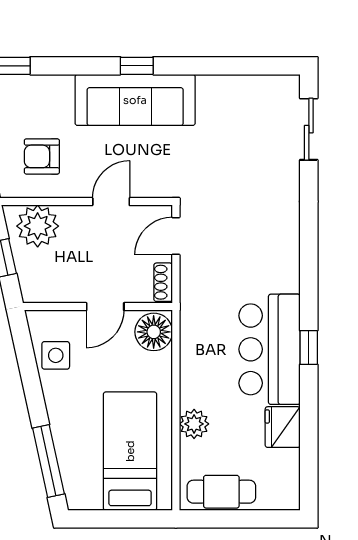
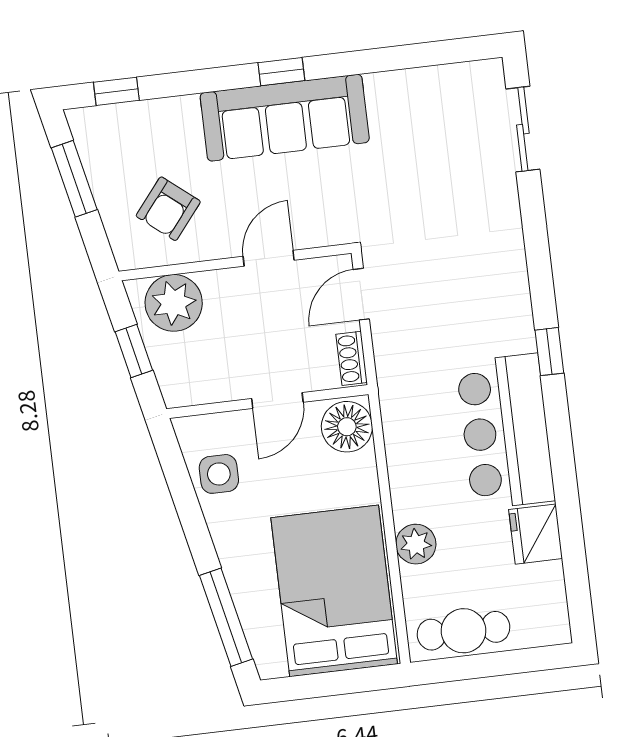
armchair: (42, 156) -> (168, 209), turned -51
window: (309, 347) -> (549, 352), moved
bed: (130, 451) -> (334, 591), width x1.50

